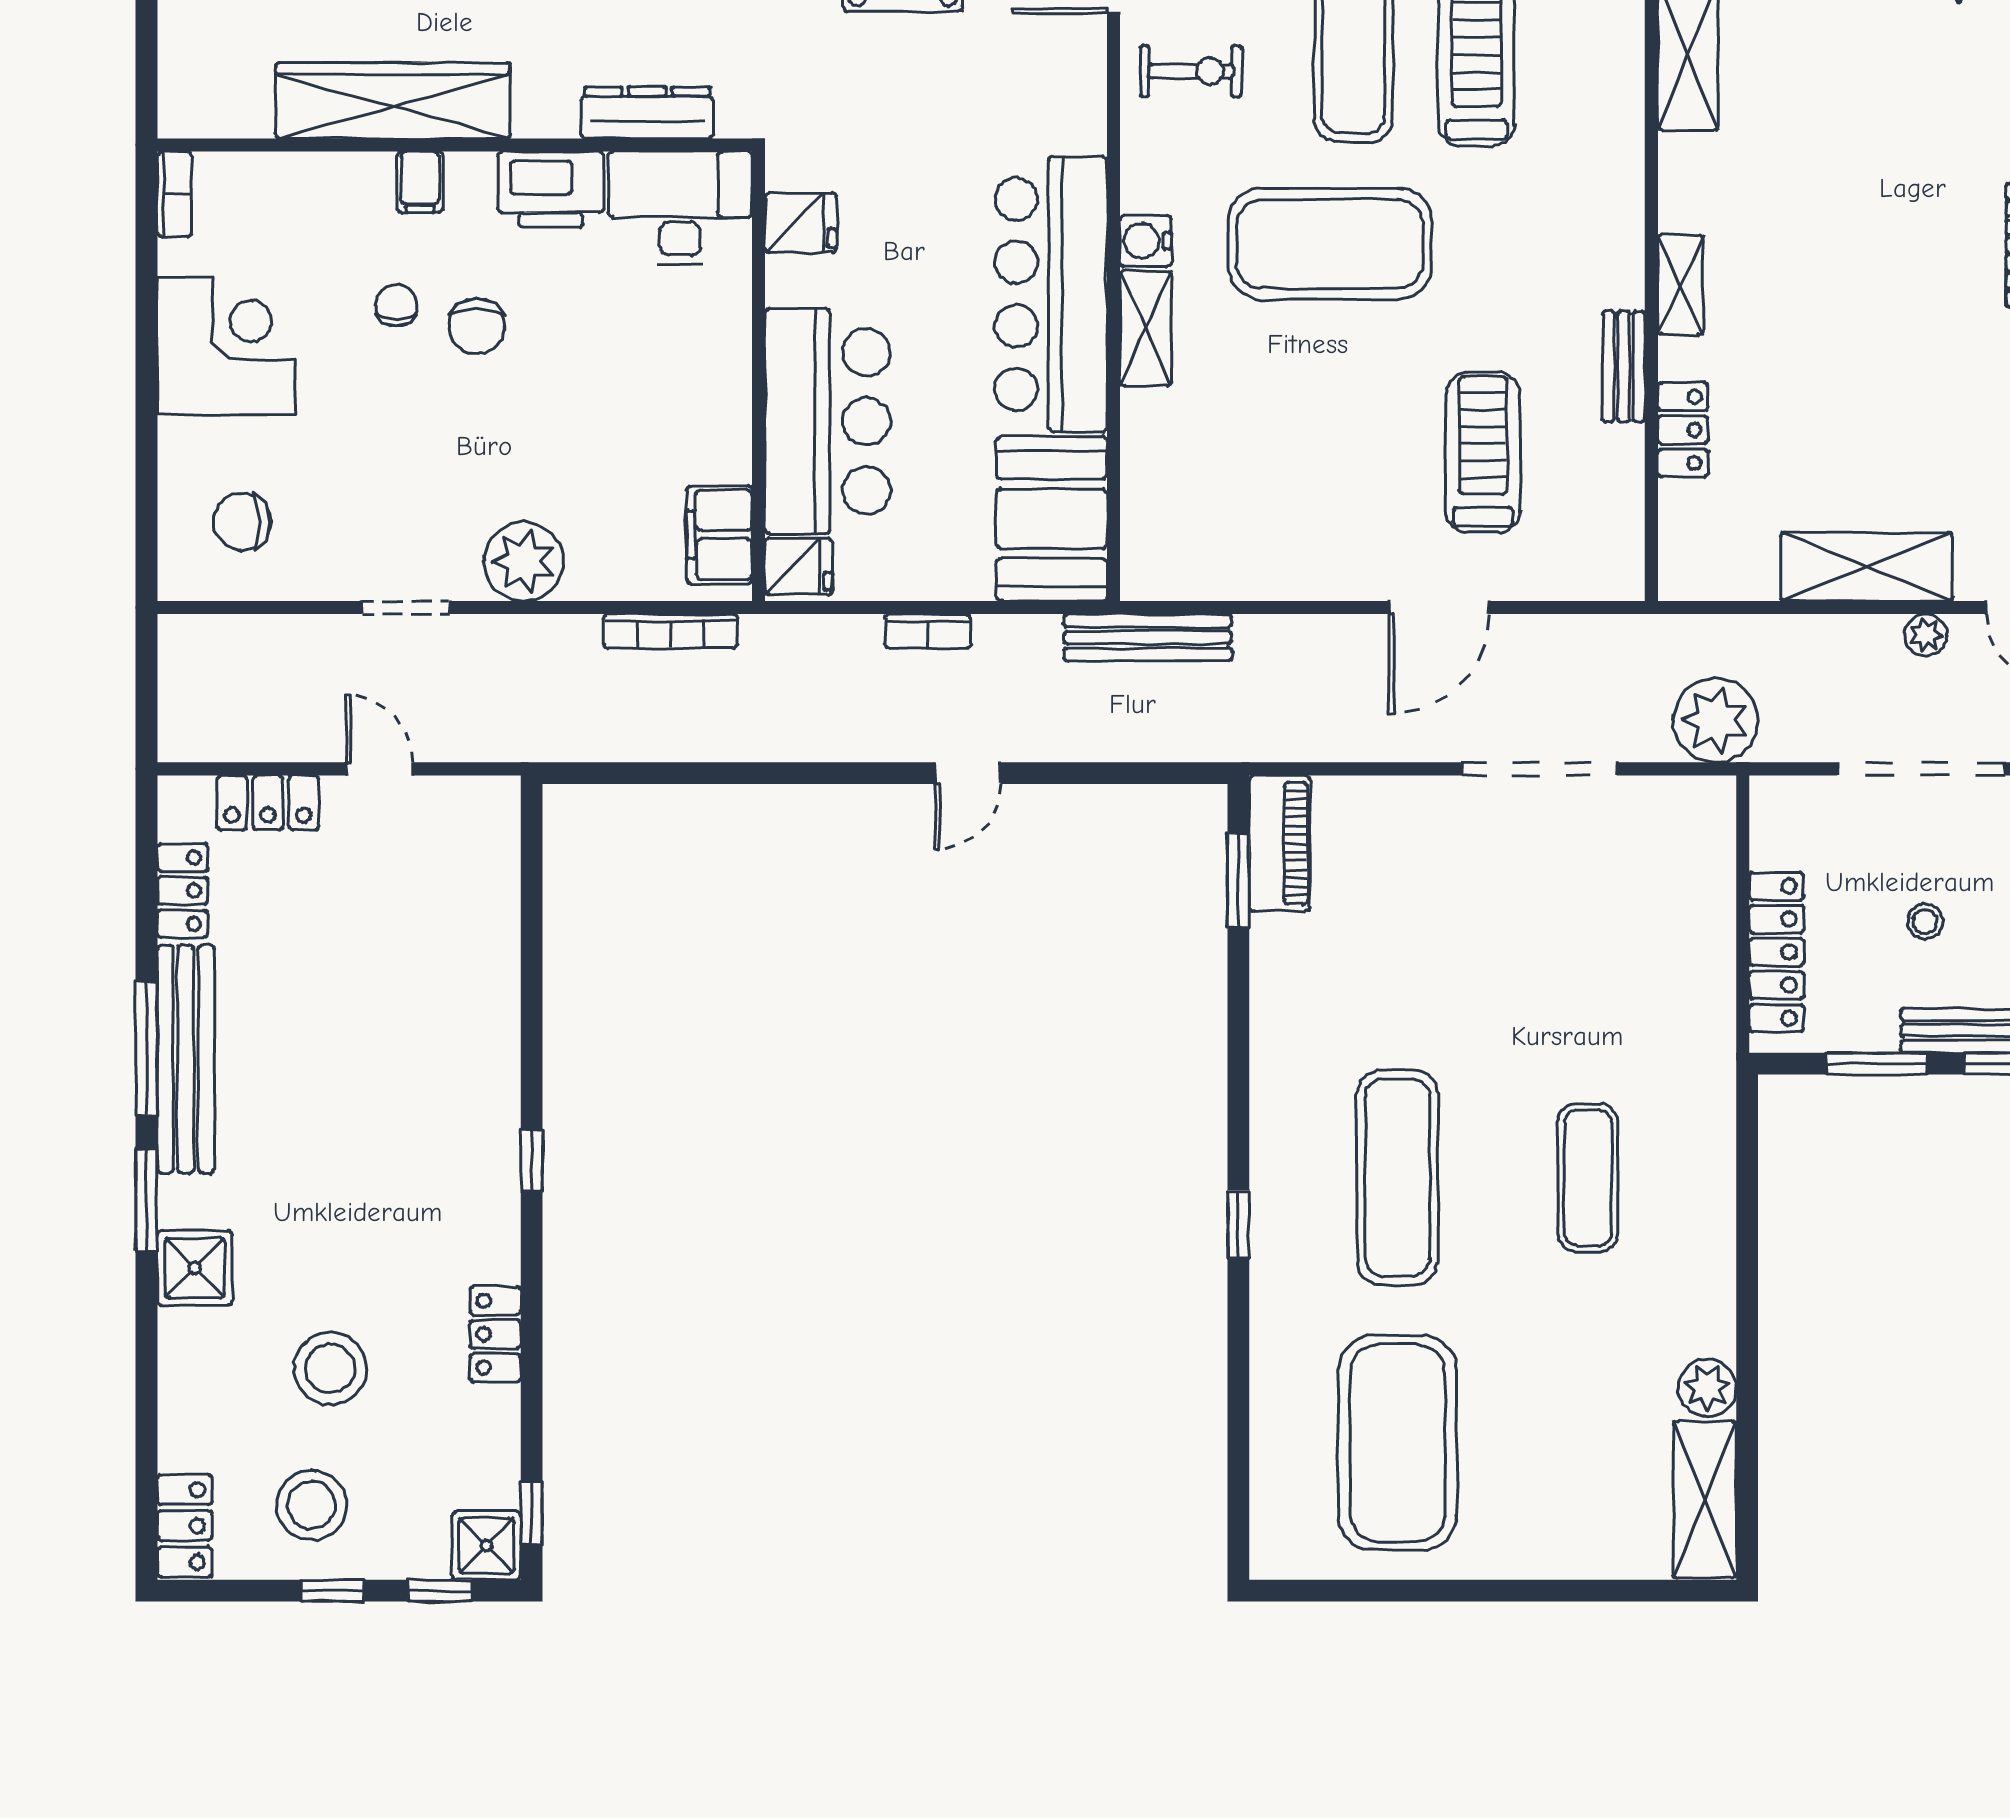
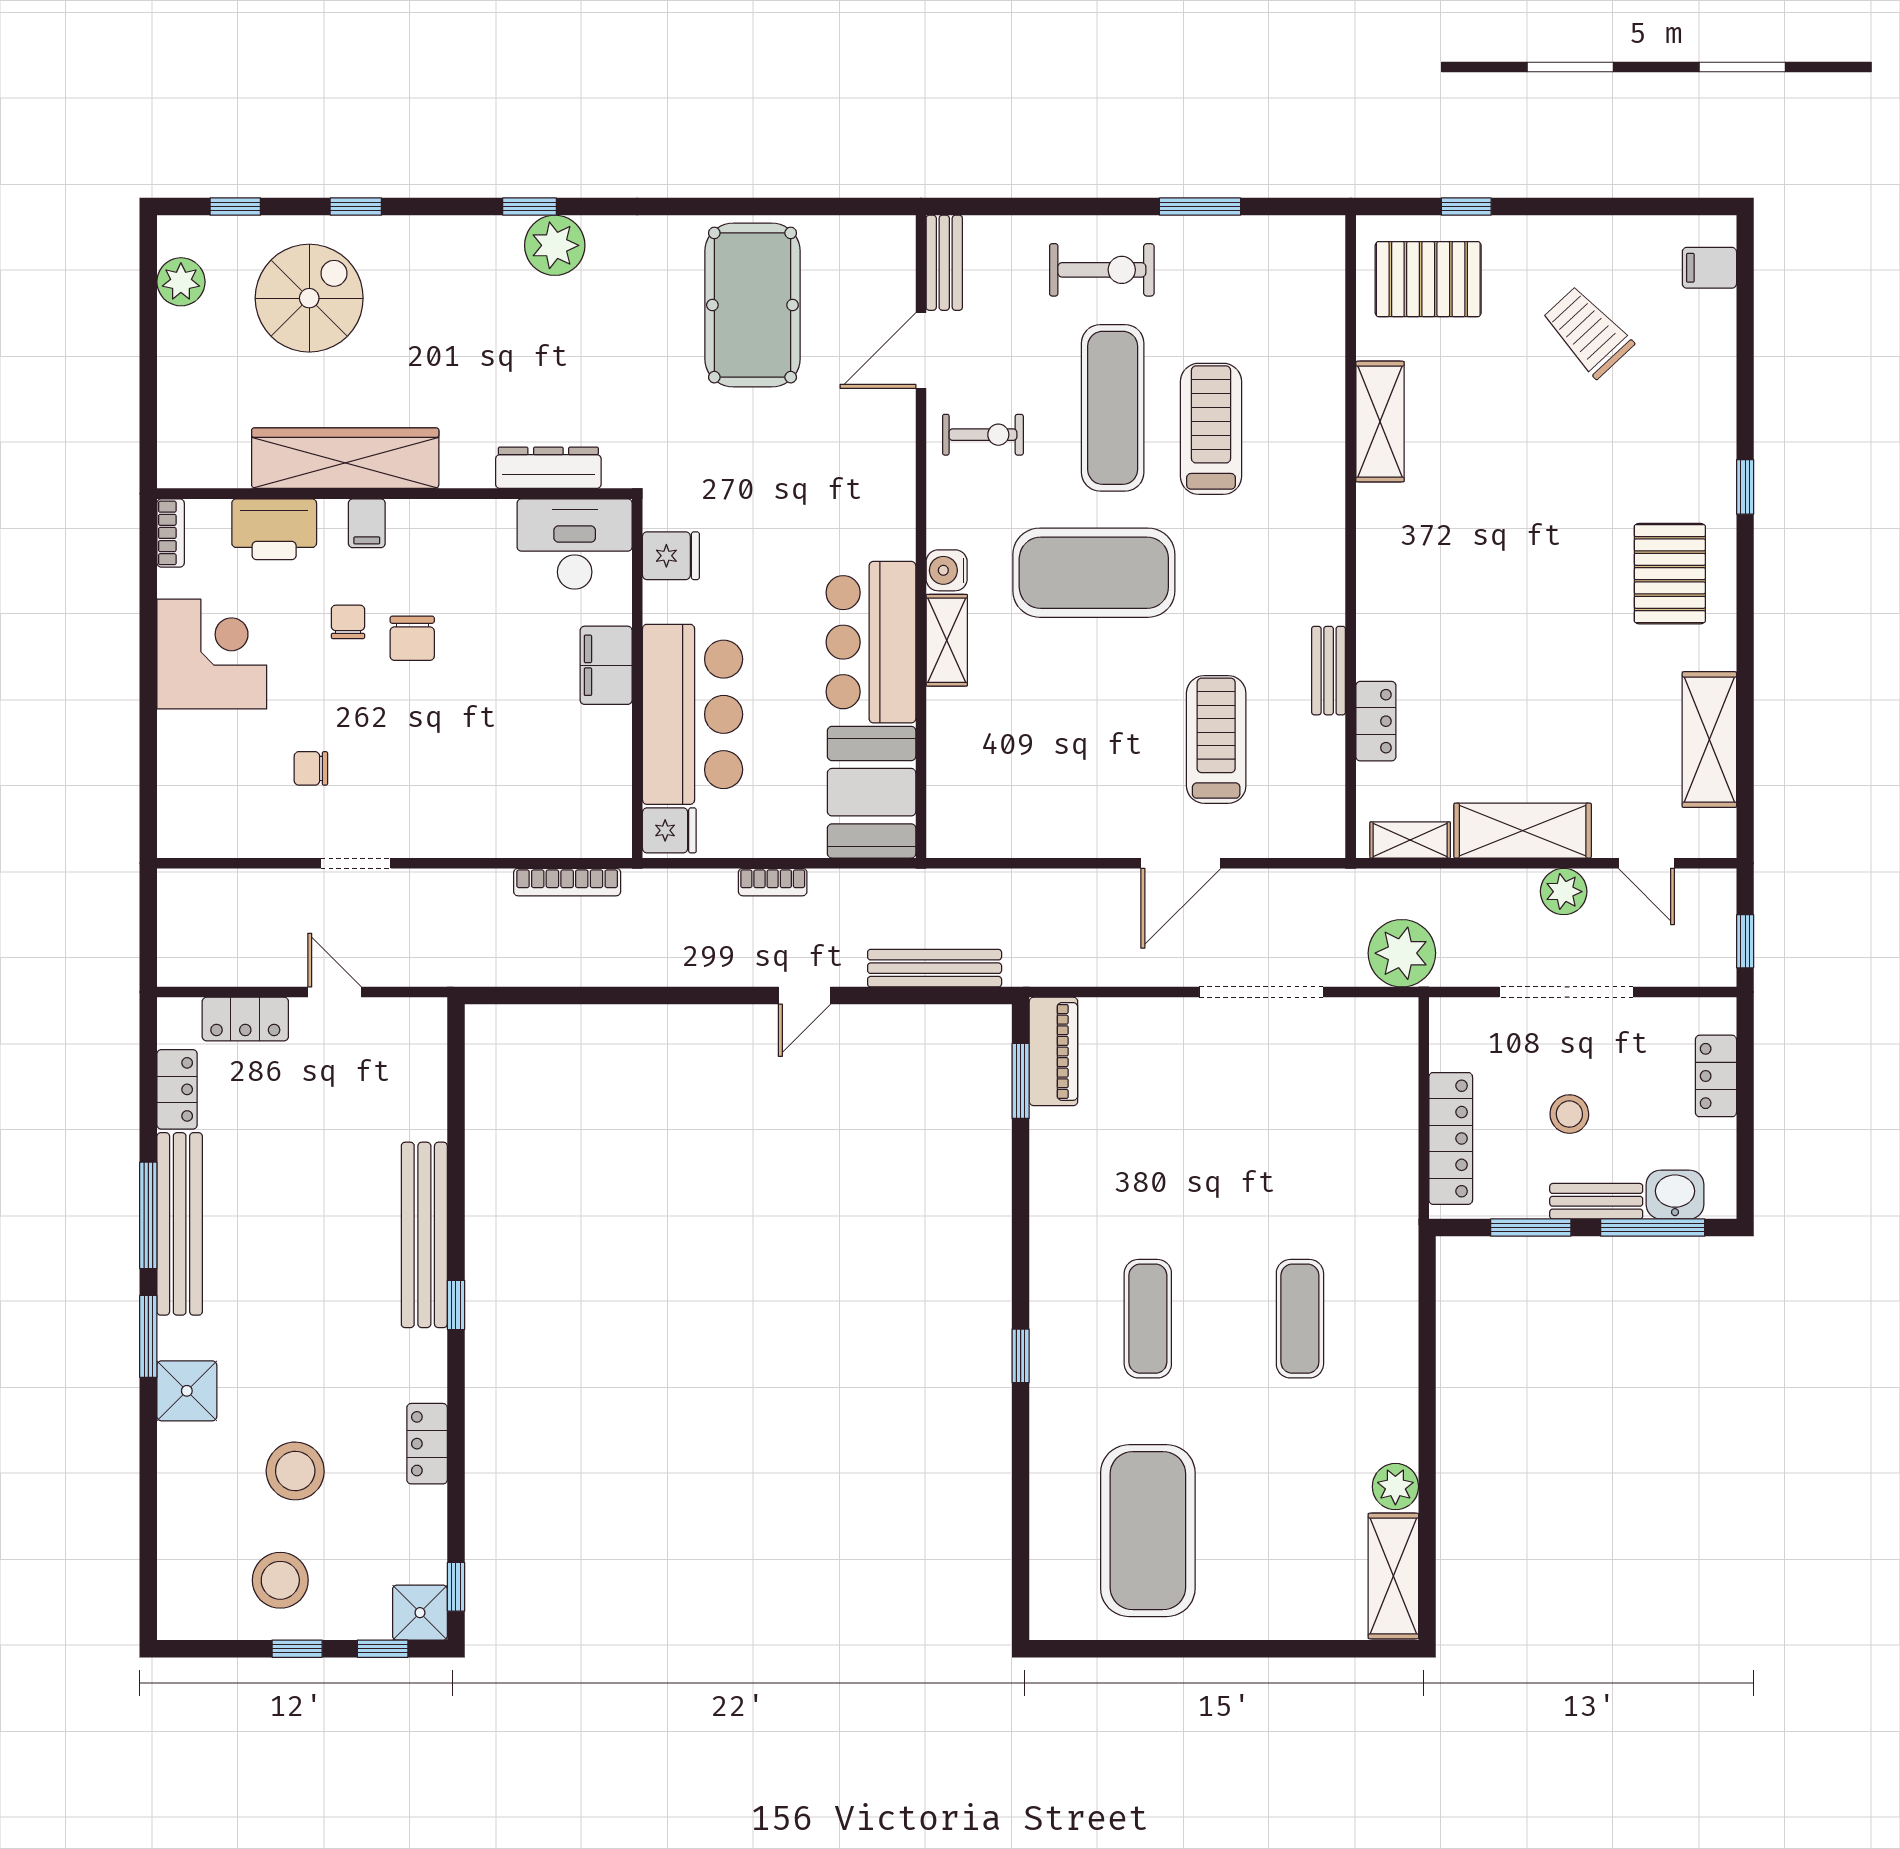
printer: (551, 190) -> (274, 529), moved
shelving: (1680, 285) -> (1410, 840), moved, turned 90
bar counter: (1051, 294) -> (871, 642), width x0.73
chair: (242, 522) -> (311, 768), moved, width x0.73, depth x0.73
filing cabinet: (719, 535) -> (606, 665), moved
plant: (524, 562) -> (450, 826), removed
plant: (1926, 635) -> (1564, 892), width x1.38, depth x1.38
bench: (1148, 637) -> (935, 968), moved
stool: (1925, 922) -> (1569, 1114), width x1.37, depth x1.37
bench: (492, 1073) -> (424, 1235), added
exercise mat: (1397, 1178) -> (1148, 1319), width x0.73, depth x0.69
locker: (185, 1526) -> (179, 1597), removed

